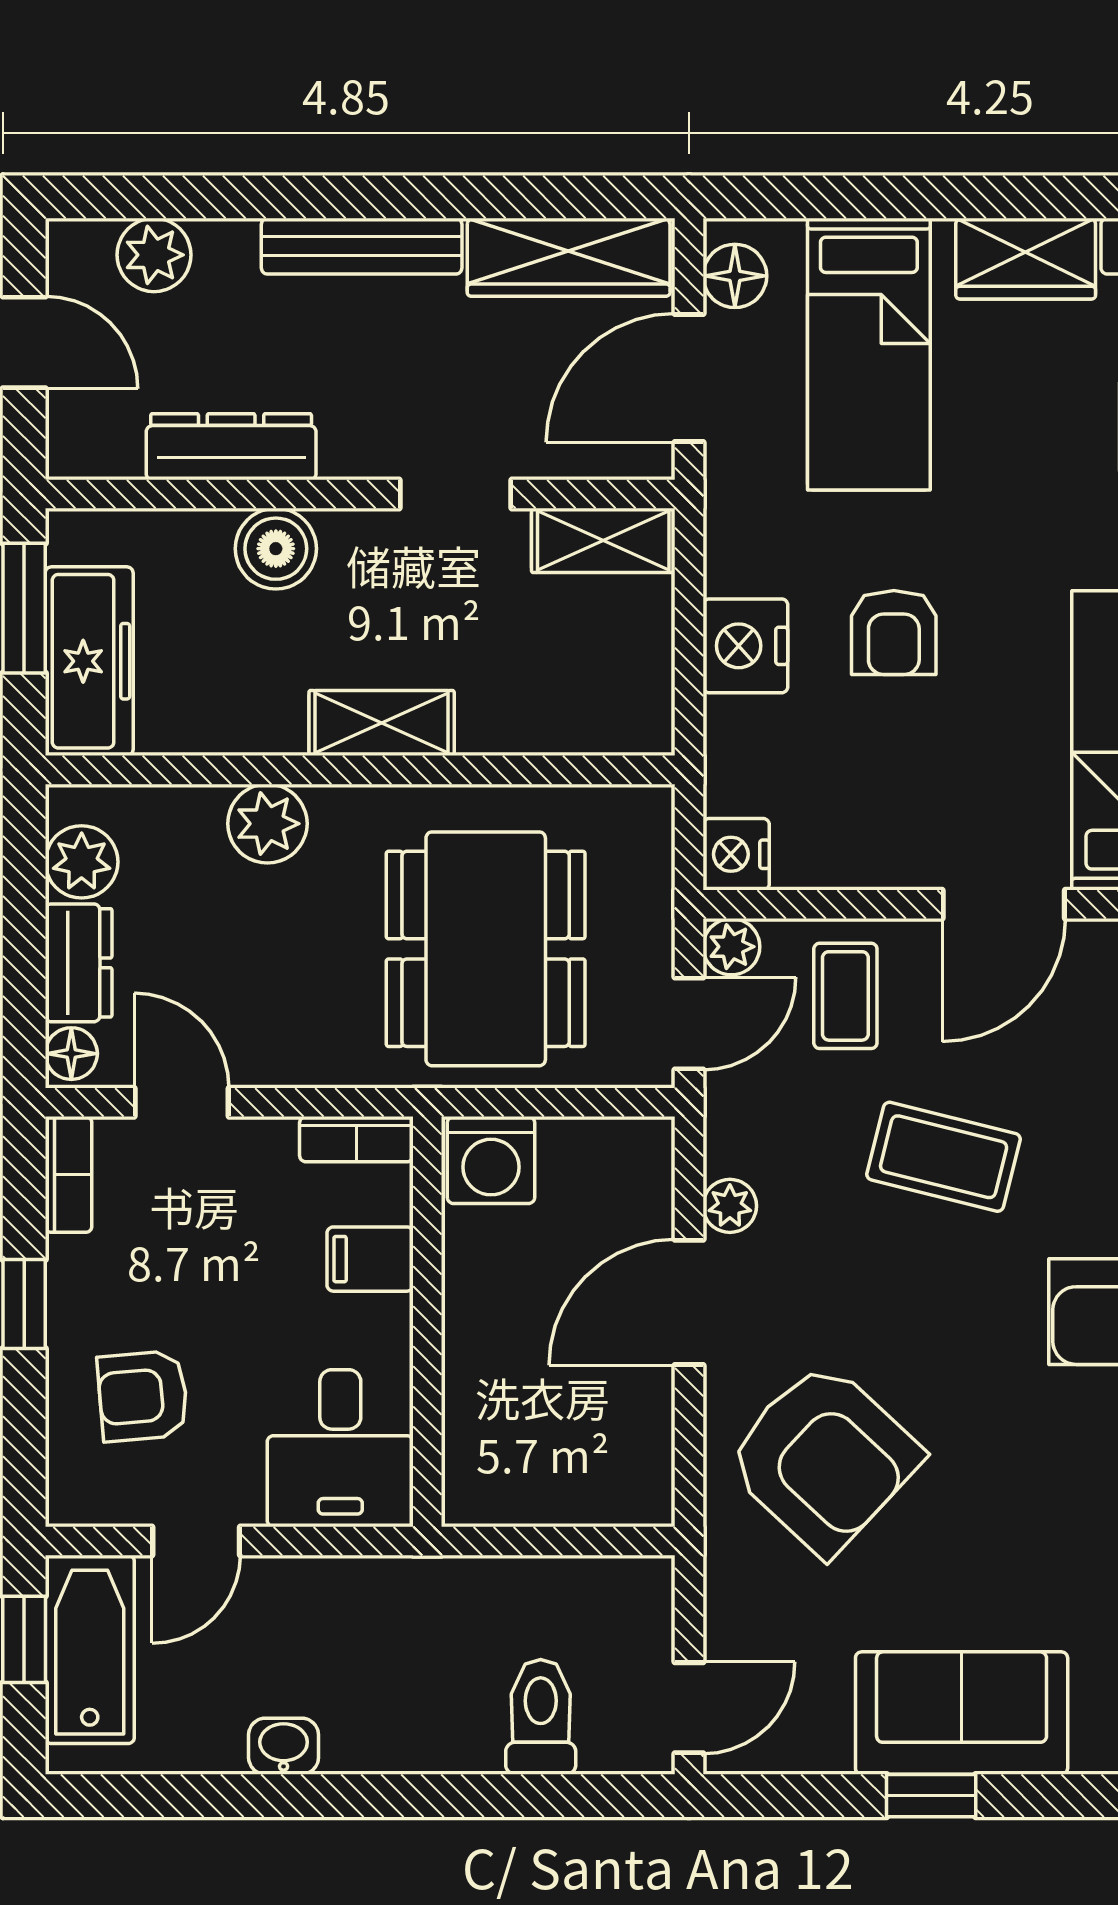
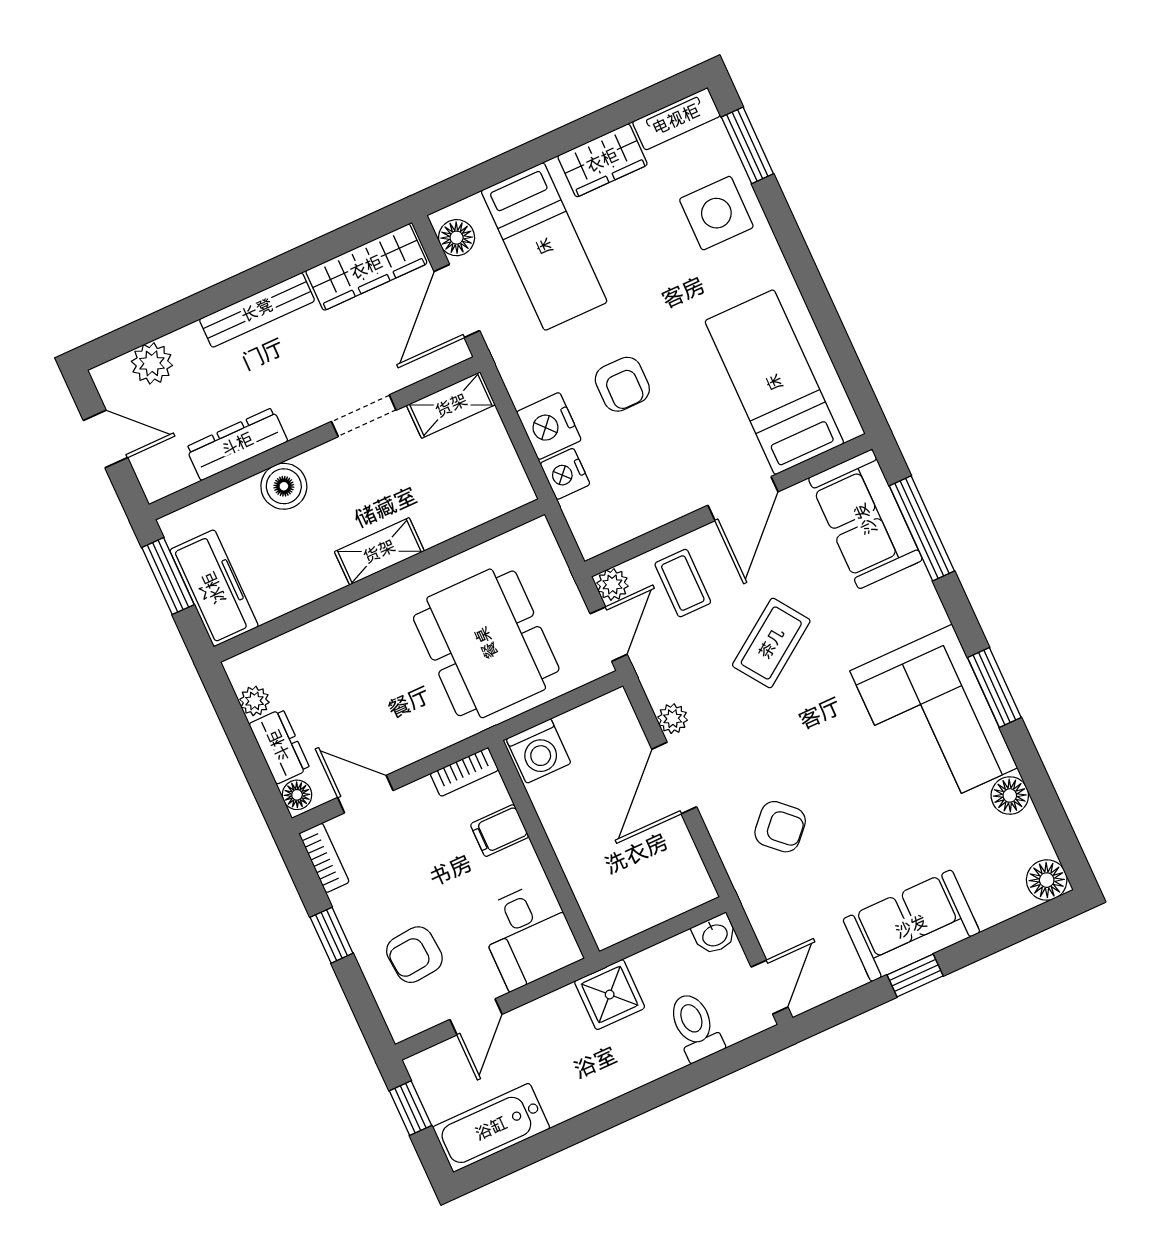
plant: (267, 824) -> (344, 630), removed
nightstand: (736, 854) -> (565, 474), moved
plant: (82, 862) -> (254, 701), width x0.73, depth x0.73
coffee table: (944, 1157) -> (771, 643), turned -49
armchair: (823, 1458) -> (780, 827), width x0.53, depth x0.53
shower: (427, 1603) -> (610, 995), added
bathtub: (90, 1649) -> (491, 1128), moved, turned -90
washbasin: (284, 1746) -> (715, 935), moved, turned 180

